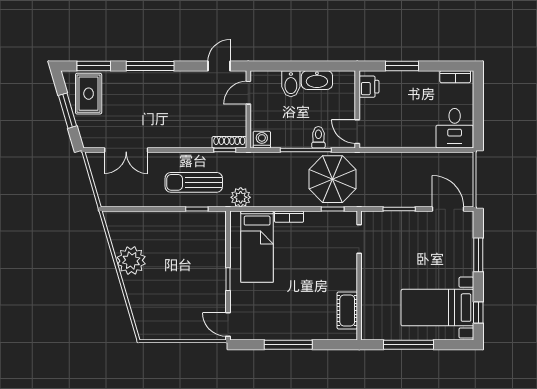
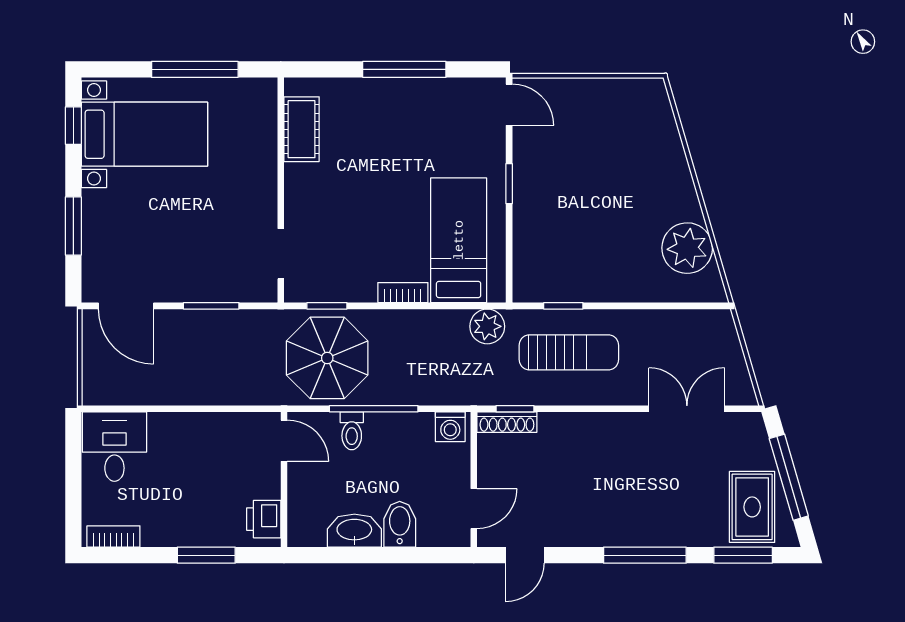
window: (68, 111) -> (789, 477), width x1.44
plant: (131, 261) -> (687, 248), moved

